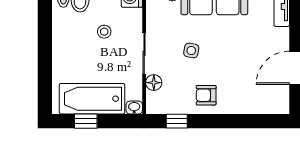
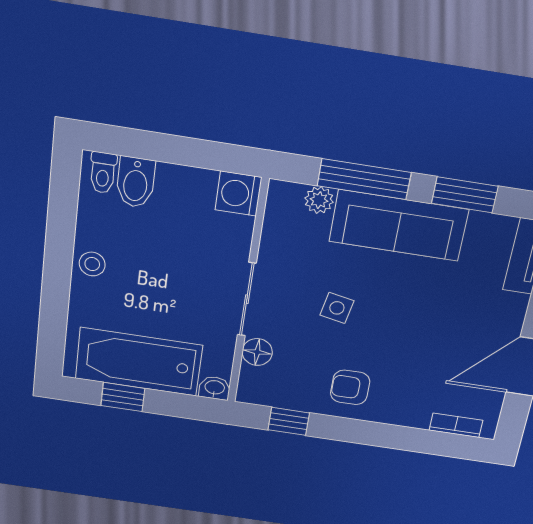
stool: (104, 32) -> (92, 264), moved
bookcase: (267, 109) -> (456, 425), added

